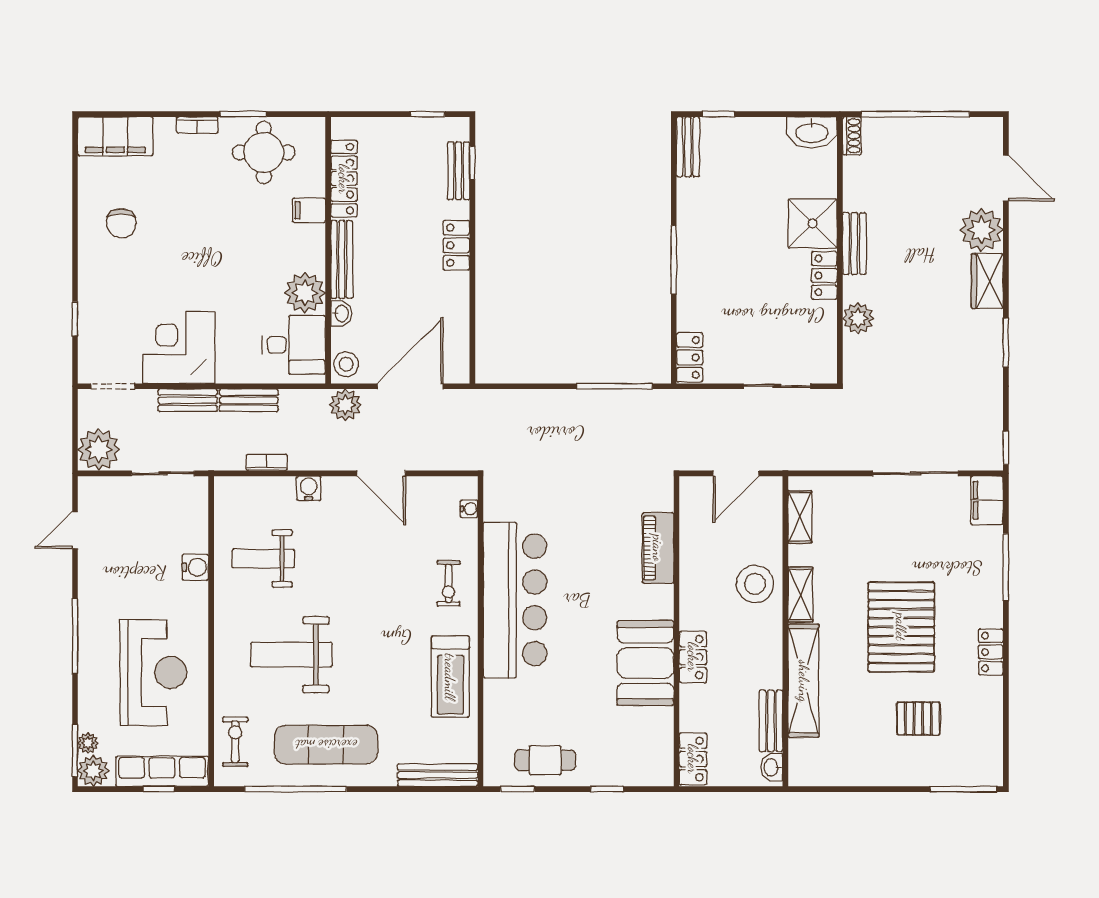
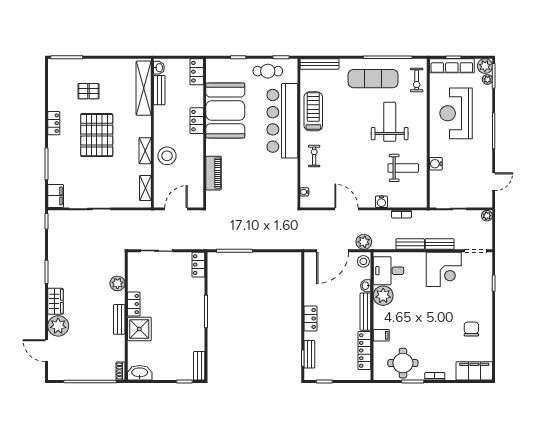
plant: (99, 450) -> (487, 216), width x0.53, depth x0.53
bar counter: (515, 600) -> (282, 121), moved
weight bench: (291, 655) -> (390, 122), turned -90
booth: (645, 663) -> (225, 110), width x1.36, depth x1.42
shelving: (804, 681) -> (144, 88), moved

